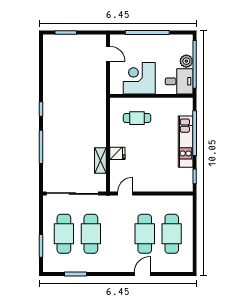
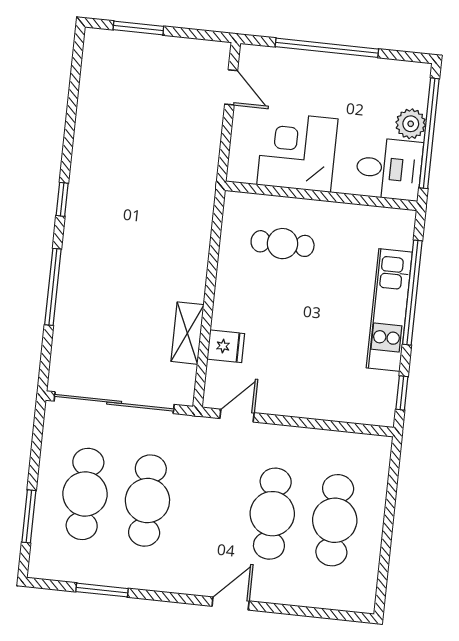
fridge: (117, 153) -> (226, 346), moved
door: (142, 274) -> (231, 604), moved

